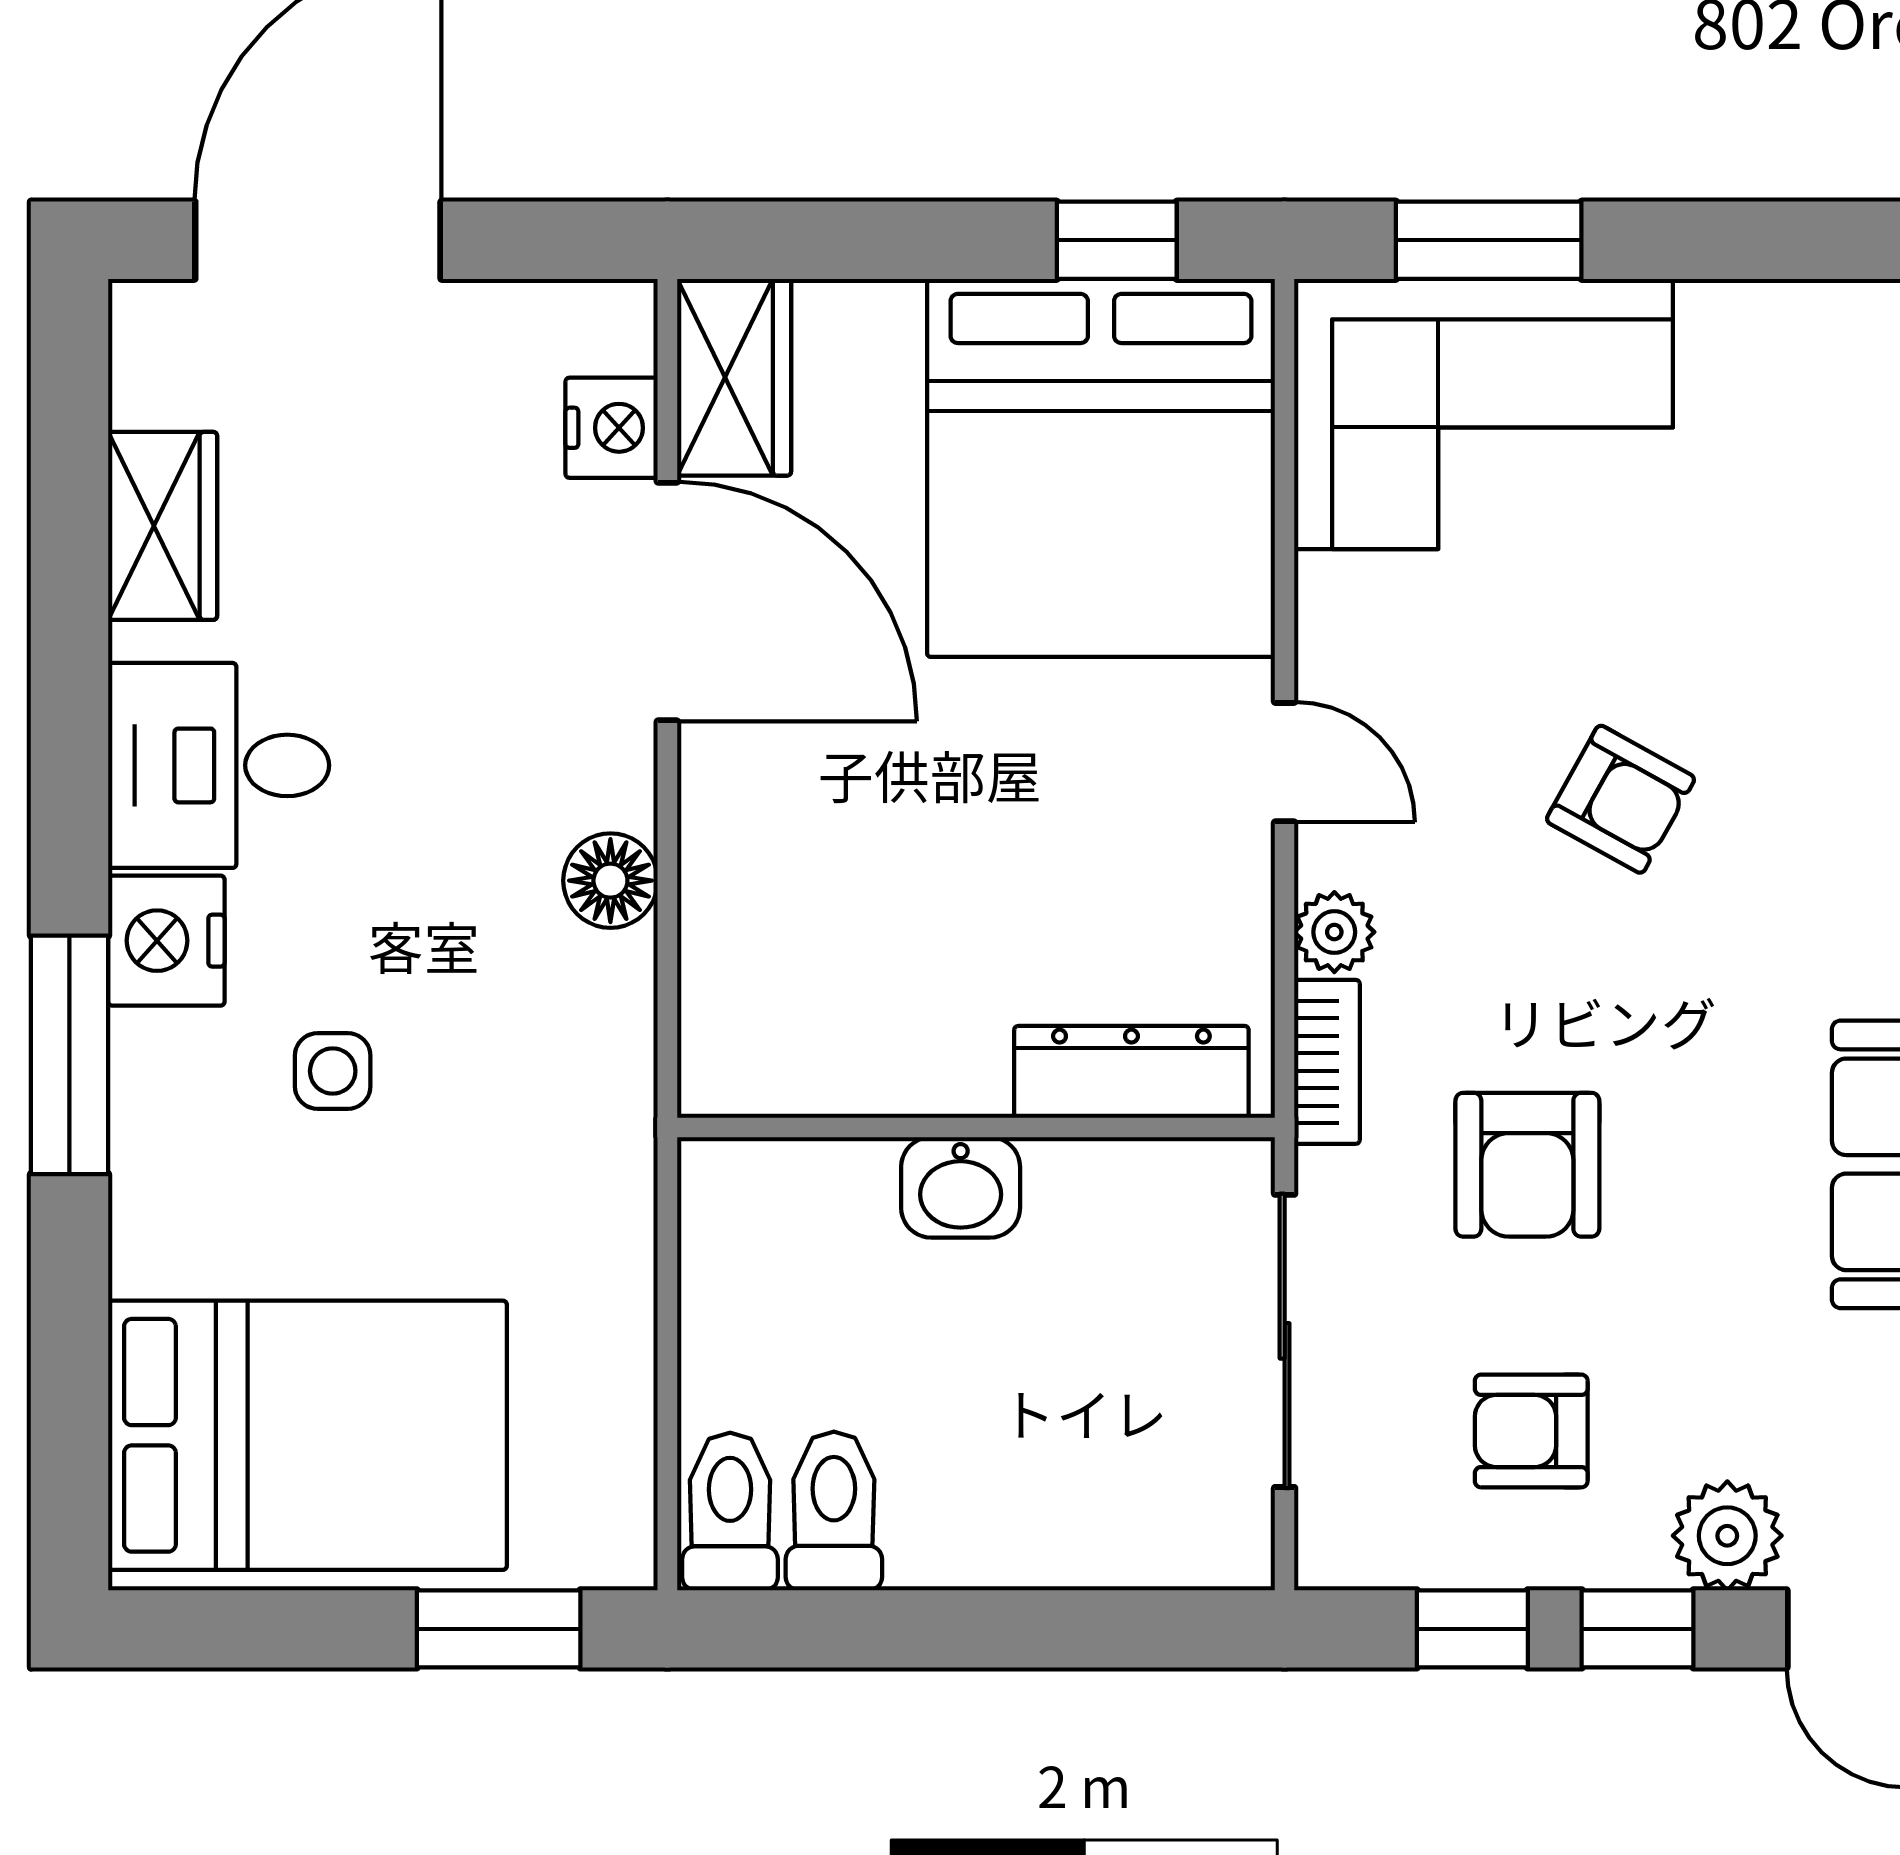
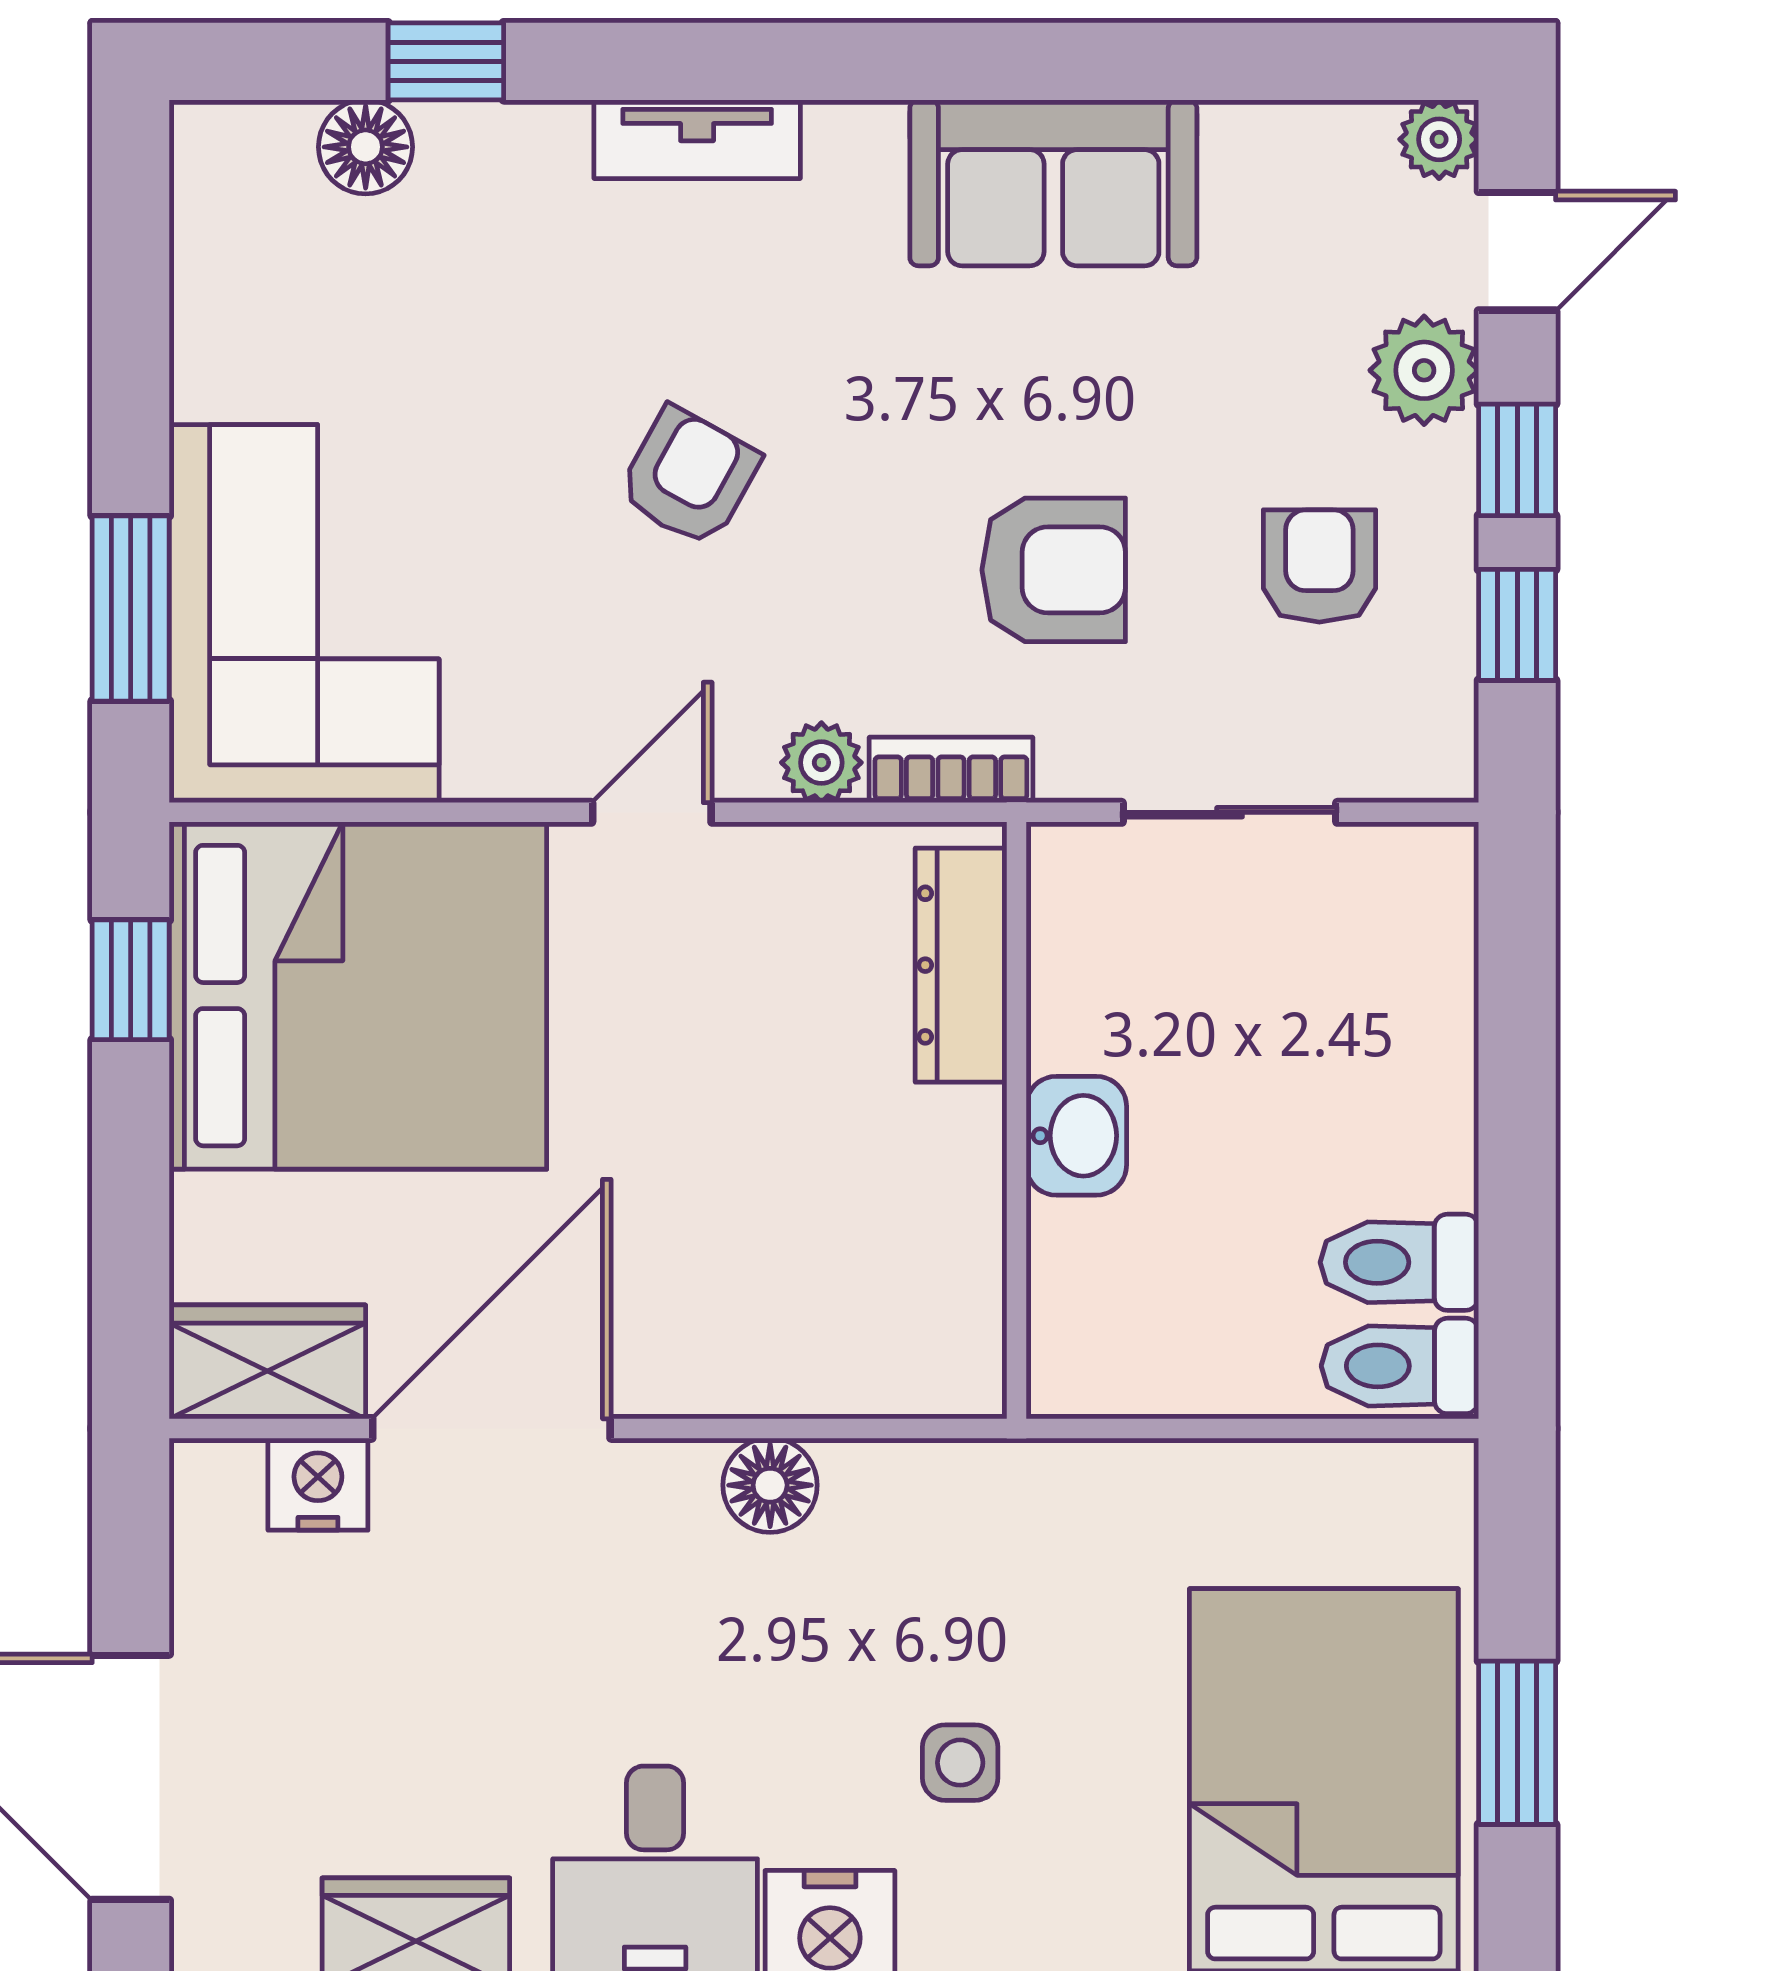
sliding door: (1285, 1341) -> (1230, 812), width x0.73
armchair: (1531, 1431) -> (1319, 566), turned 180
window: (499, 1629) -> (1517, 1743), moved

